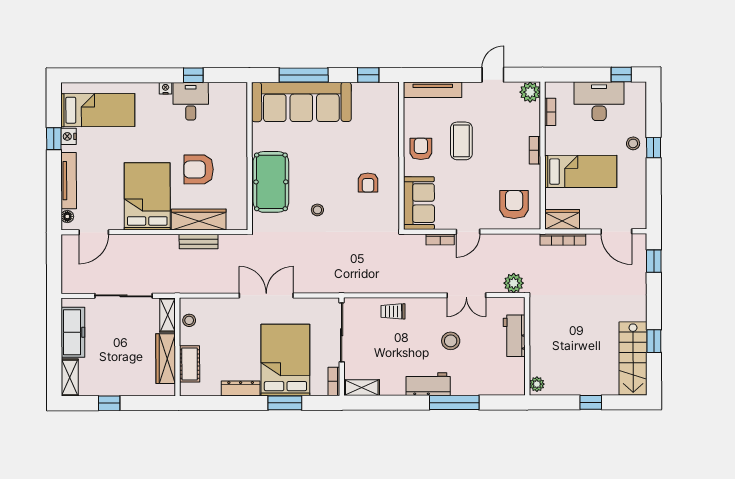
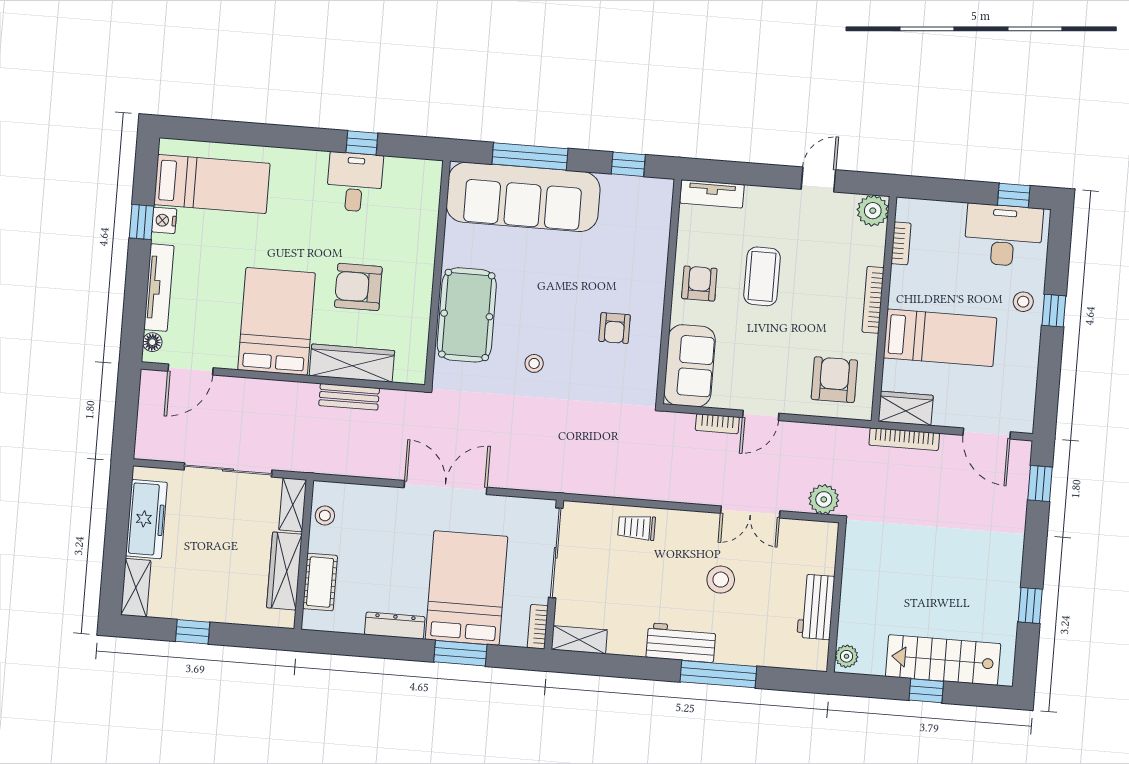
nightstand: (166, 88) -> (318, 159), removed
tv unit: (433, 90) -> (712, 194), width x0.71
desk: (599, 101) -> (1003, 235), moved
bookcase: (535, 150) -> (873, 300), width x1.56
workbench: (514, 336) -> (816, 607), moved
stairs: (633, 358) -> (943, 660), moved, turned 90

